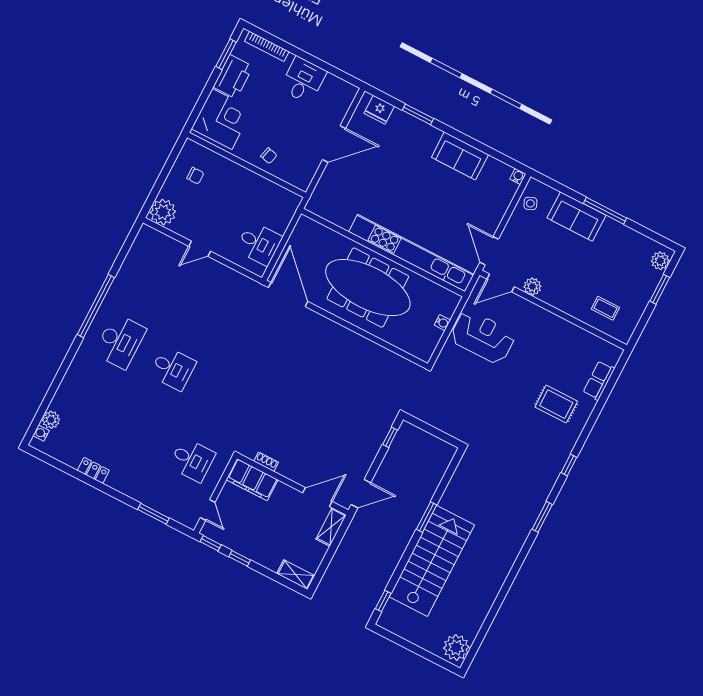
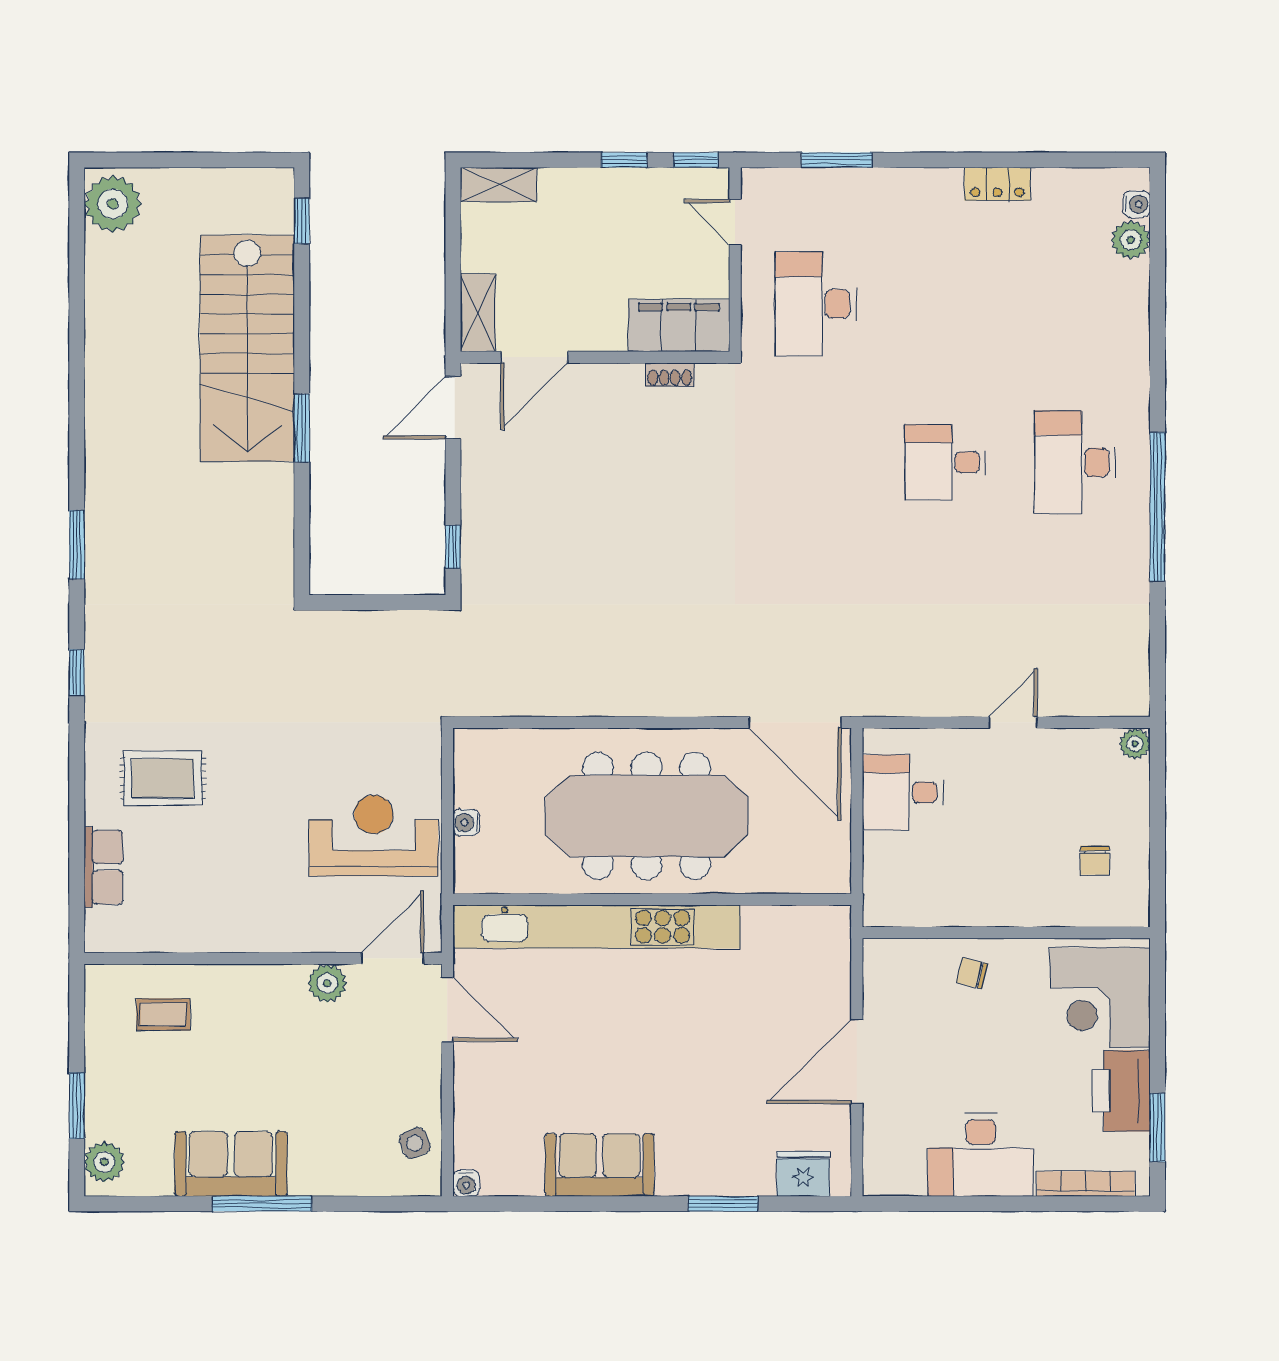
desk: (303, 80) -> (981, 1155), width x1.37
chair: (195, 176) -> (1095, 860), turned -90
plant: (163, 212) -> (1135, 744), width x0.53, depth x0.53
sofa: (577, 217) -> (231, 1164), moved
reception desk: (483, 337) -> (374, 835), turned 180
desk: (192, 460) -> (816, 304), width x1.37

